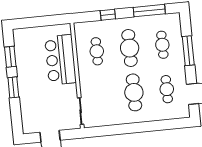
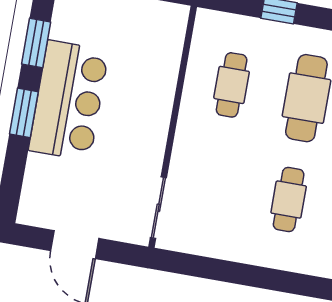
bar counter: (60, 60) -> (69, 100), moved, turned 180
cafe table: (134, 92) -> (289, 200), width x0.73, depth x0.74

